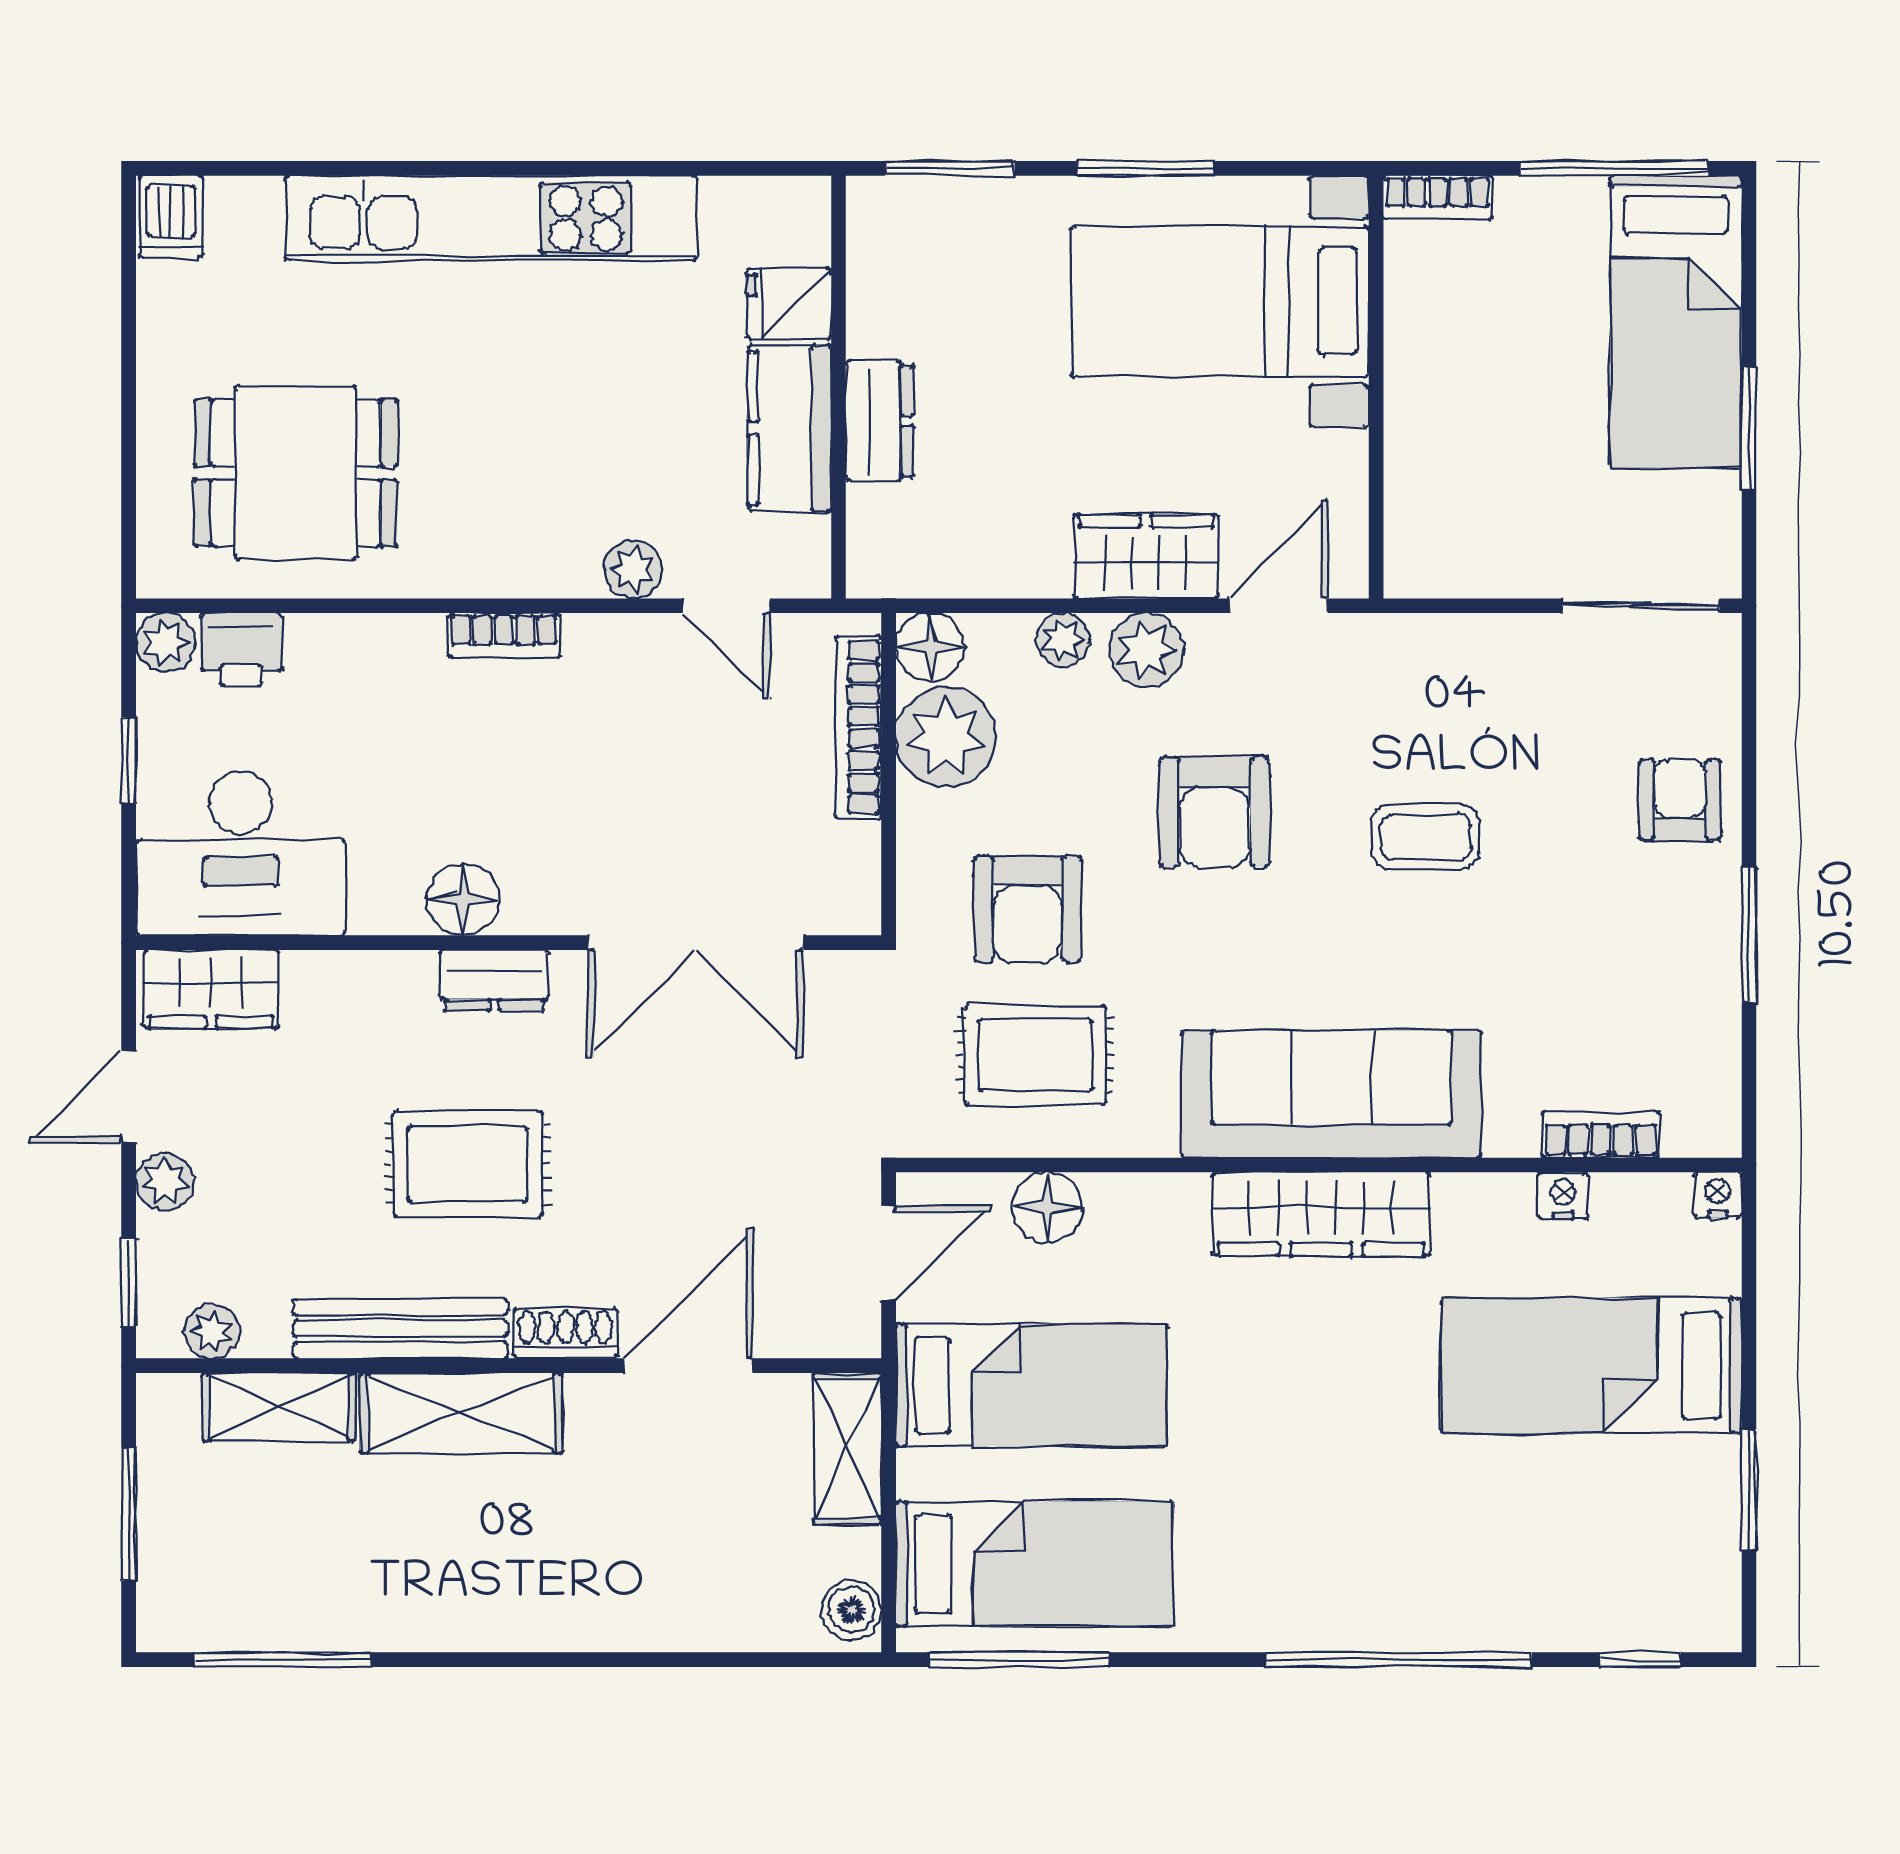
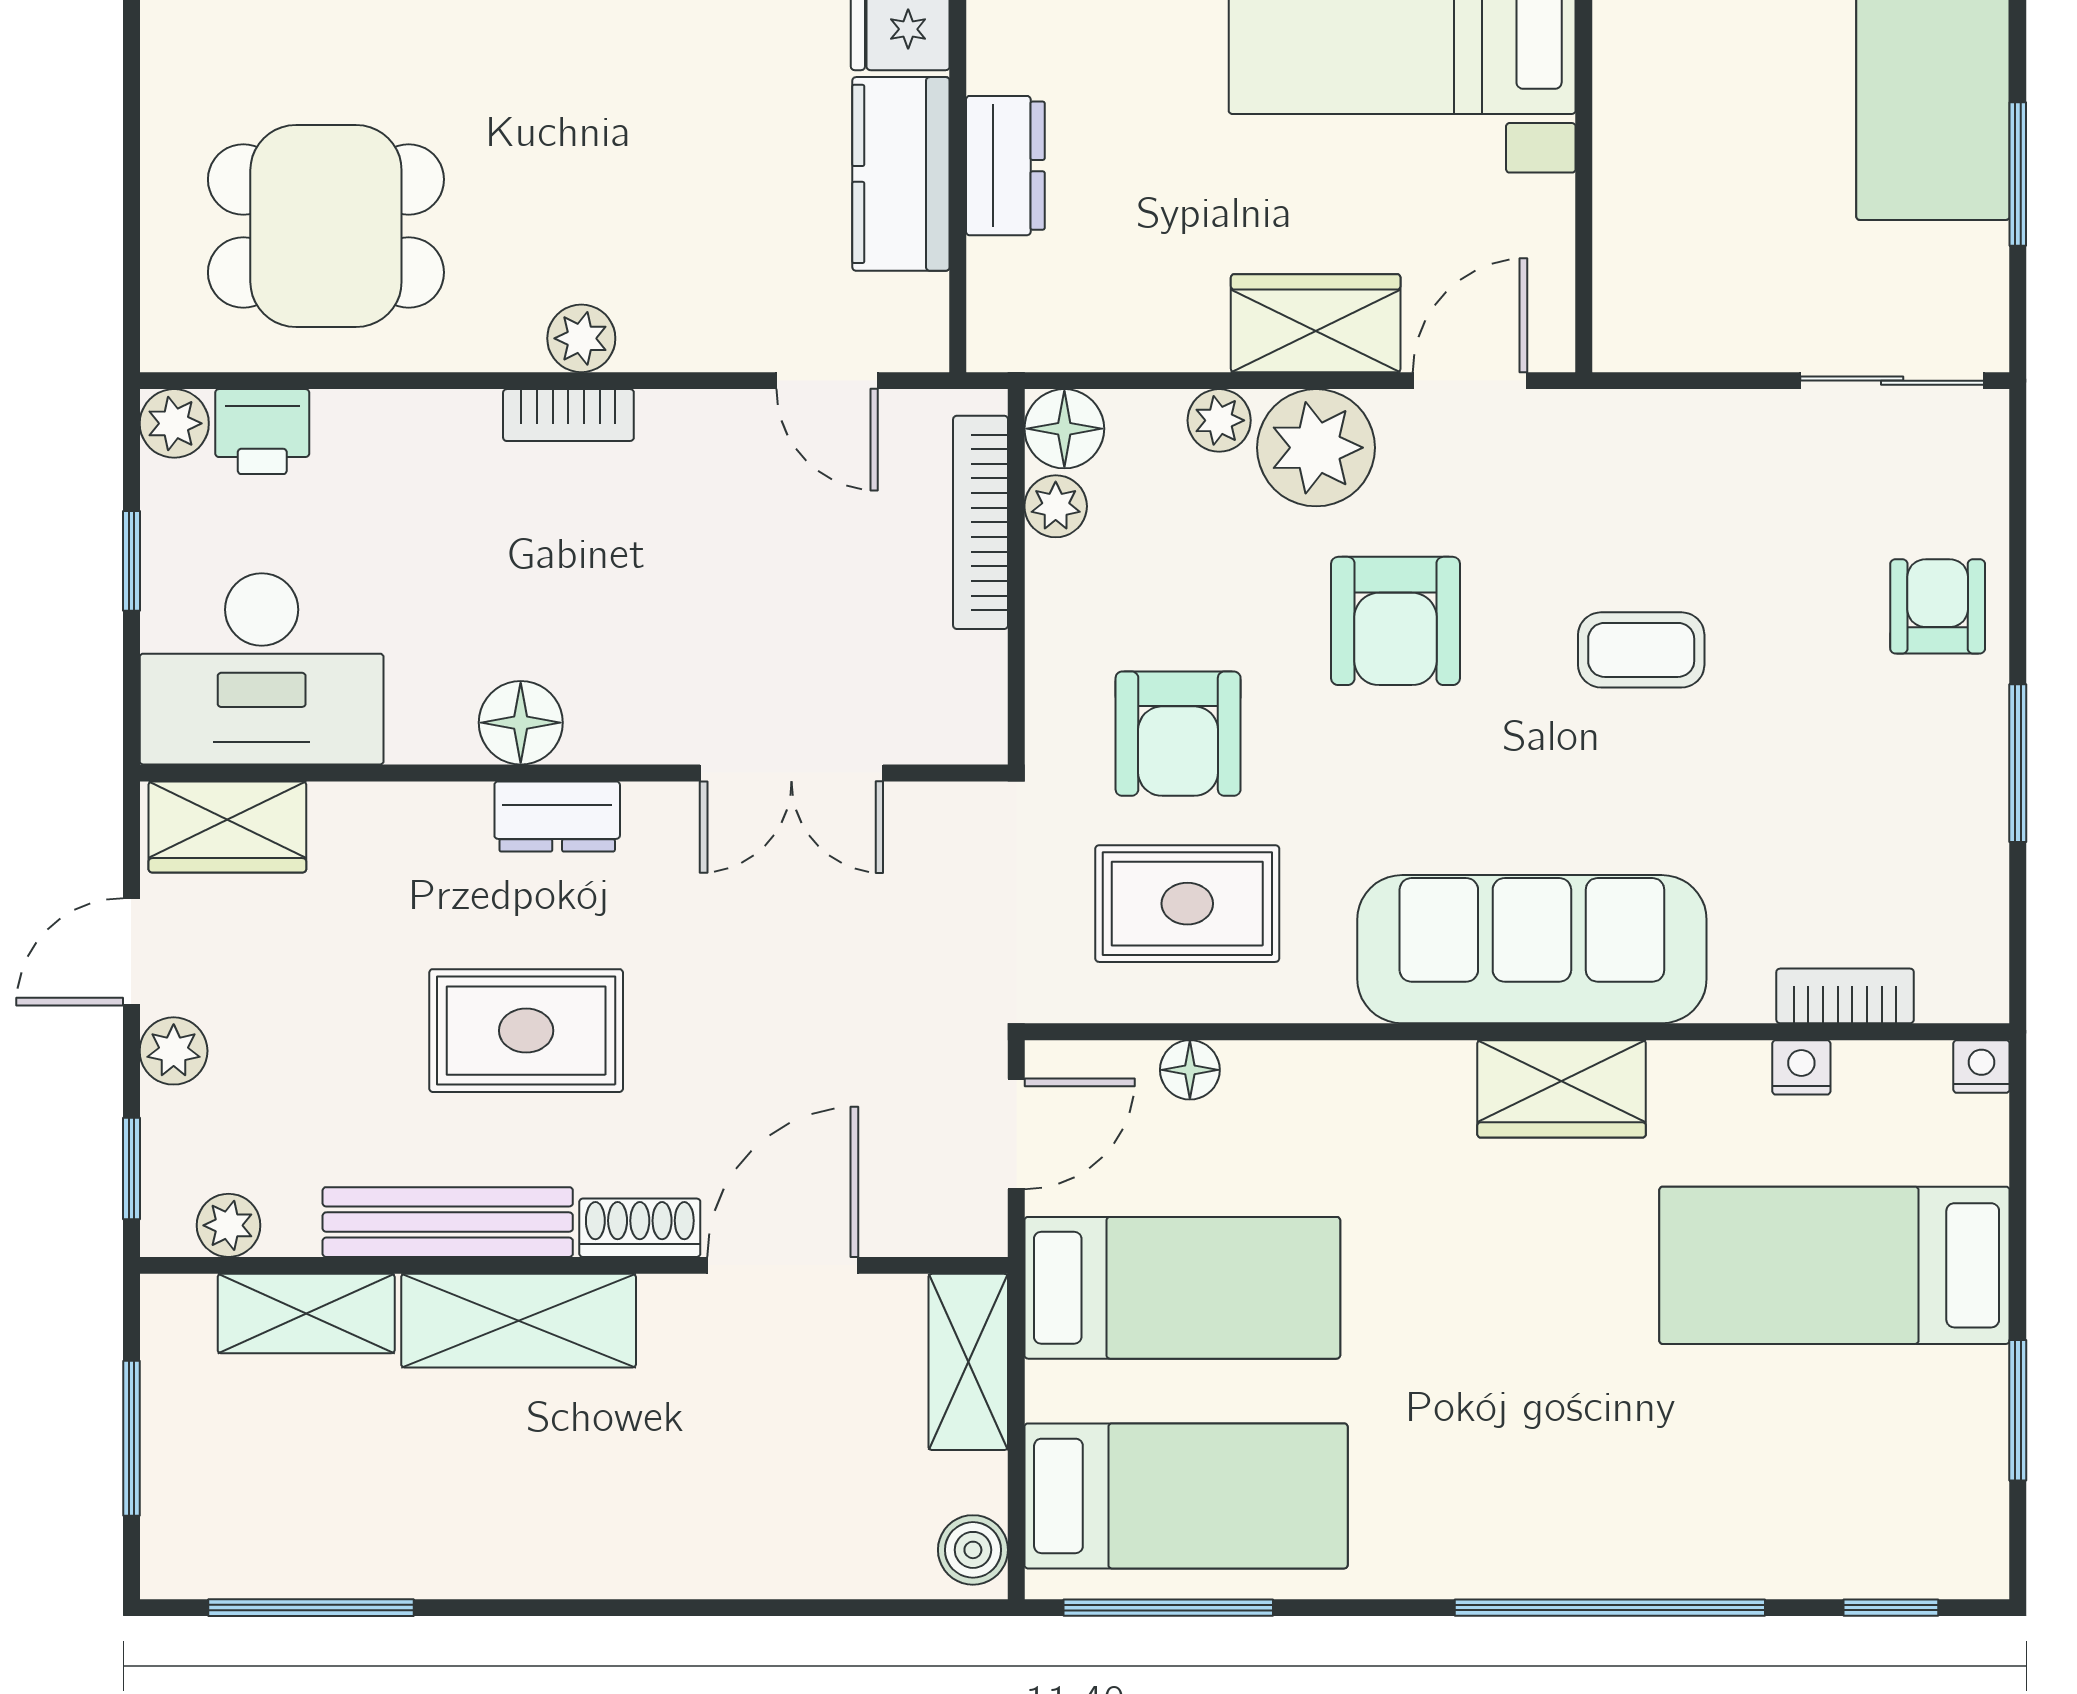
plant: (633, 569) -> (581, 338), moved
plant: (1146, 650) -> (1316, 448), width x1.36, depth x1.36
plant: (946, 737) -> (1056, 506), width x0.53, depth x0.53
double door: (696, 943) -> (791, 773), width x0.73
floor lamp: (1047, 1207) -> (1190, 1070), width x0.73, depth x0.73
wardrobe: (1321, 1214) -> (1562, 1089), width x0.67

